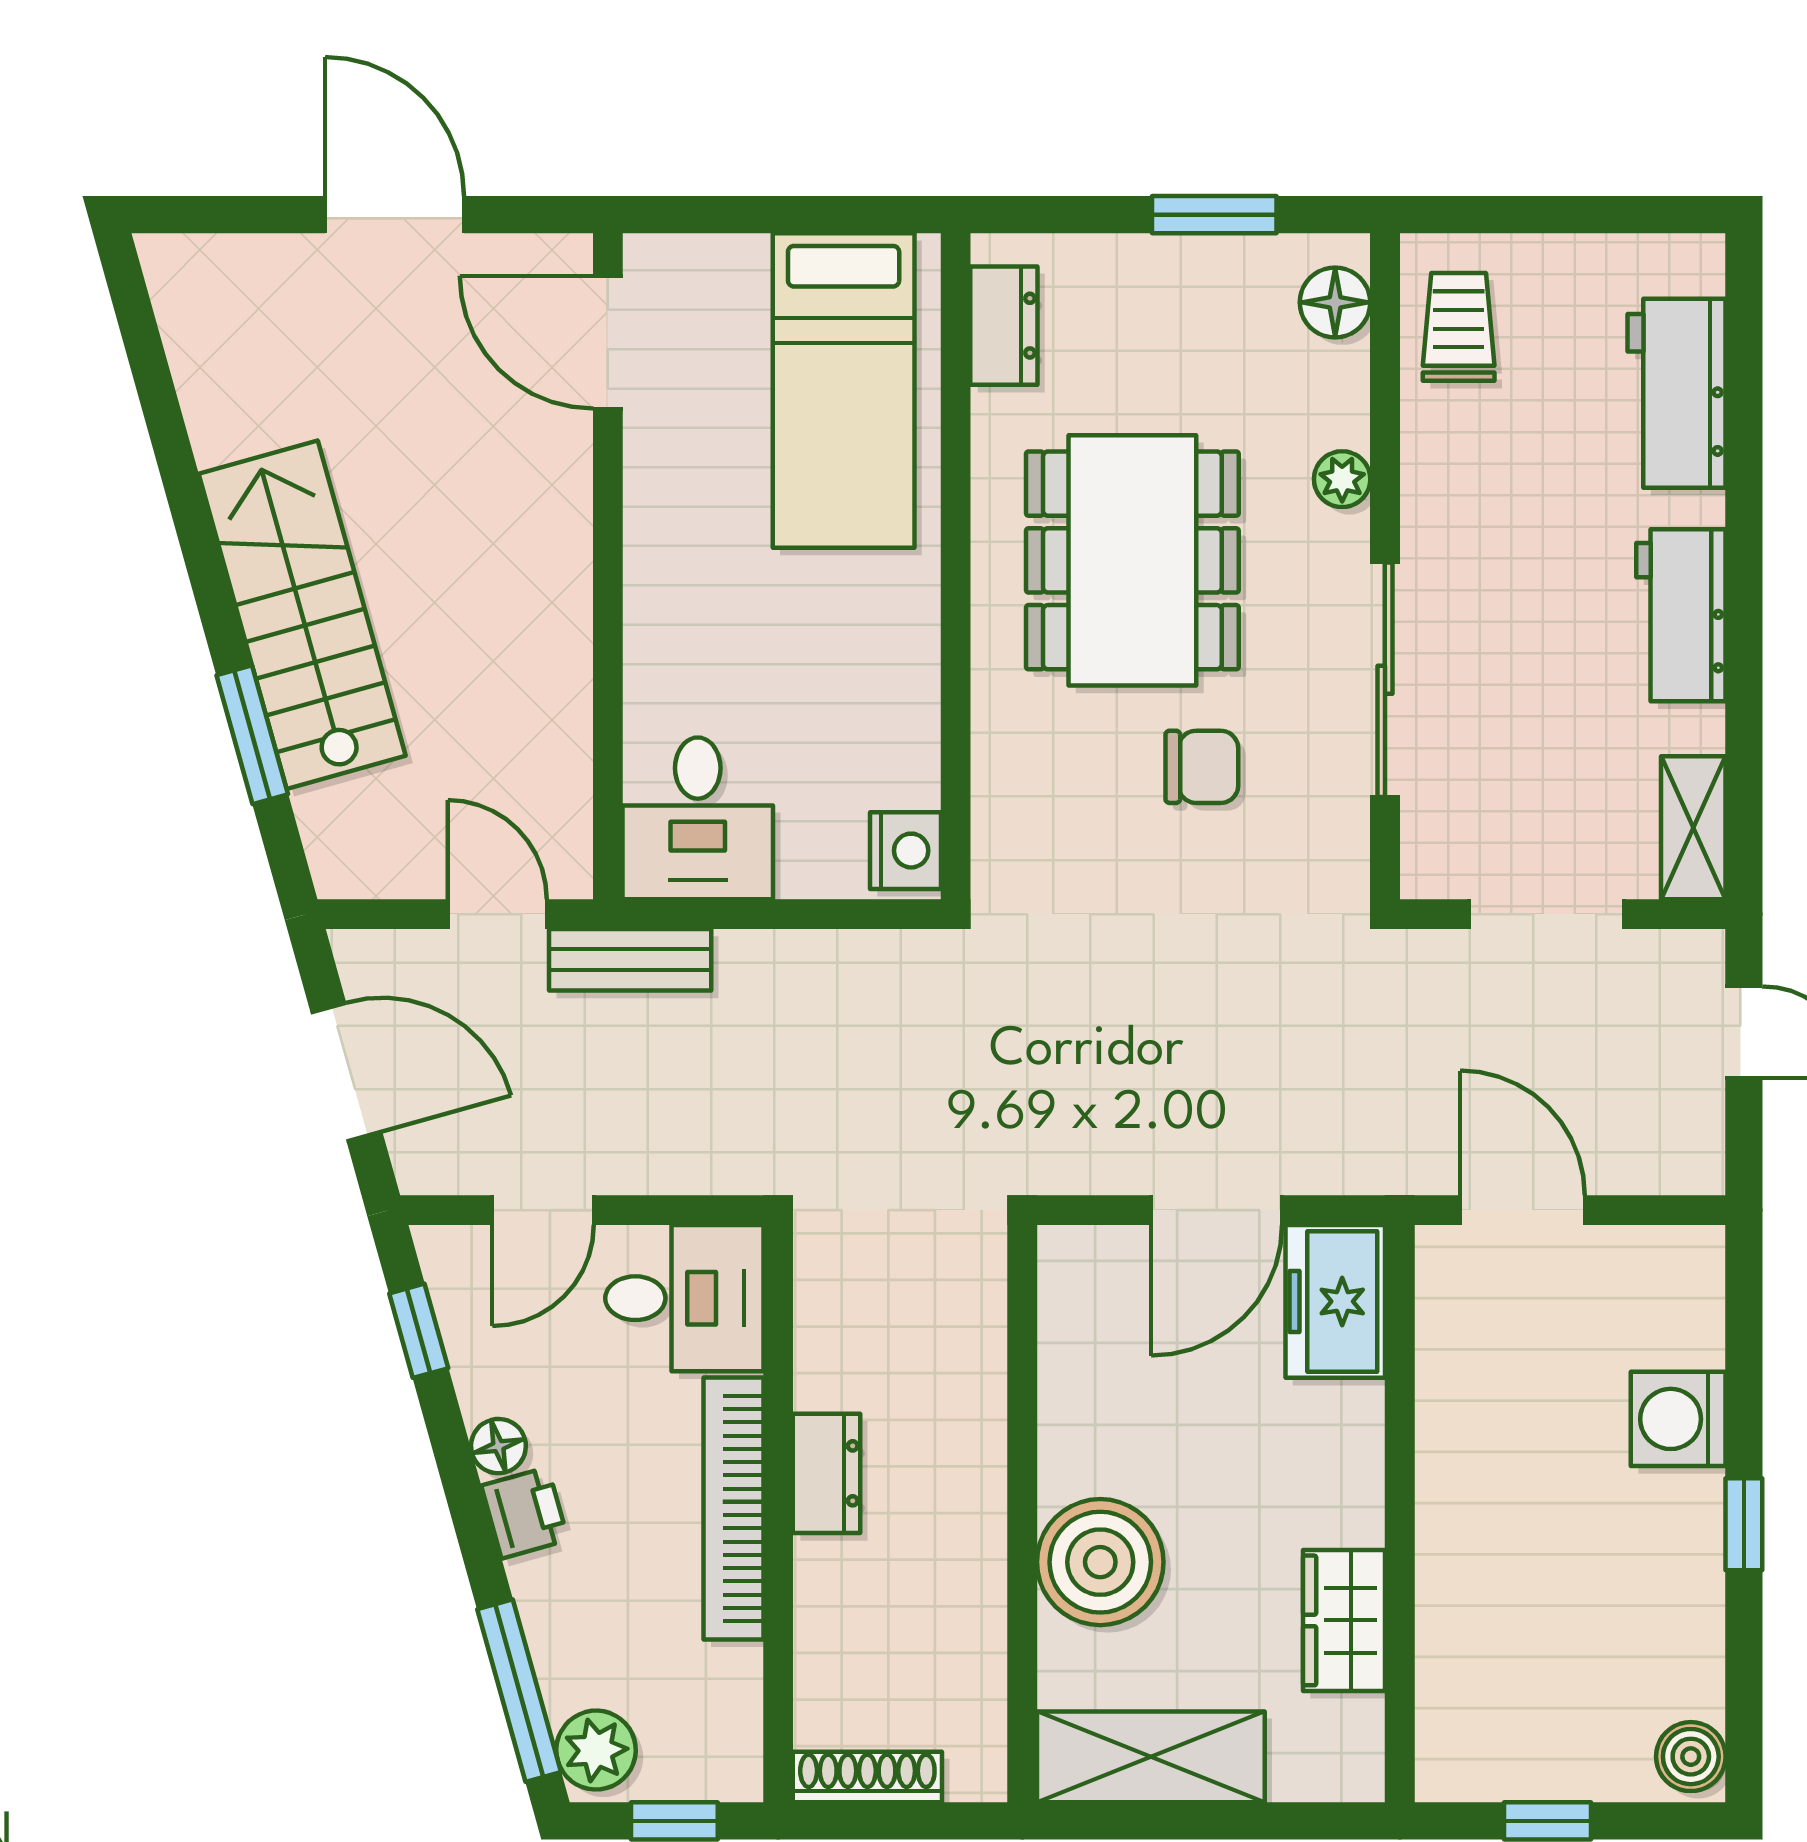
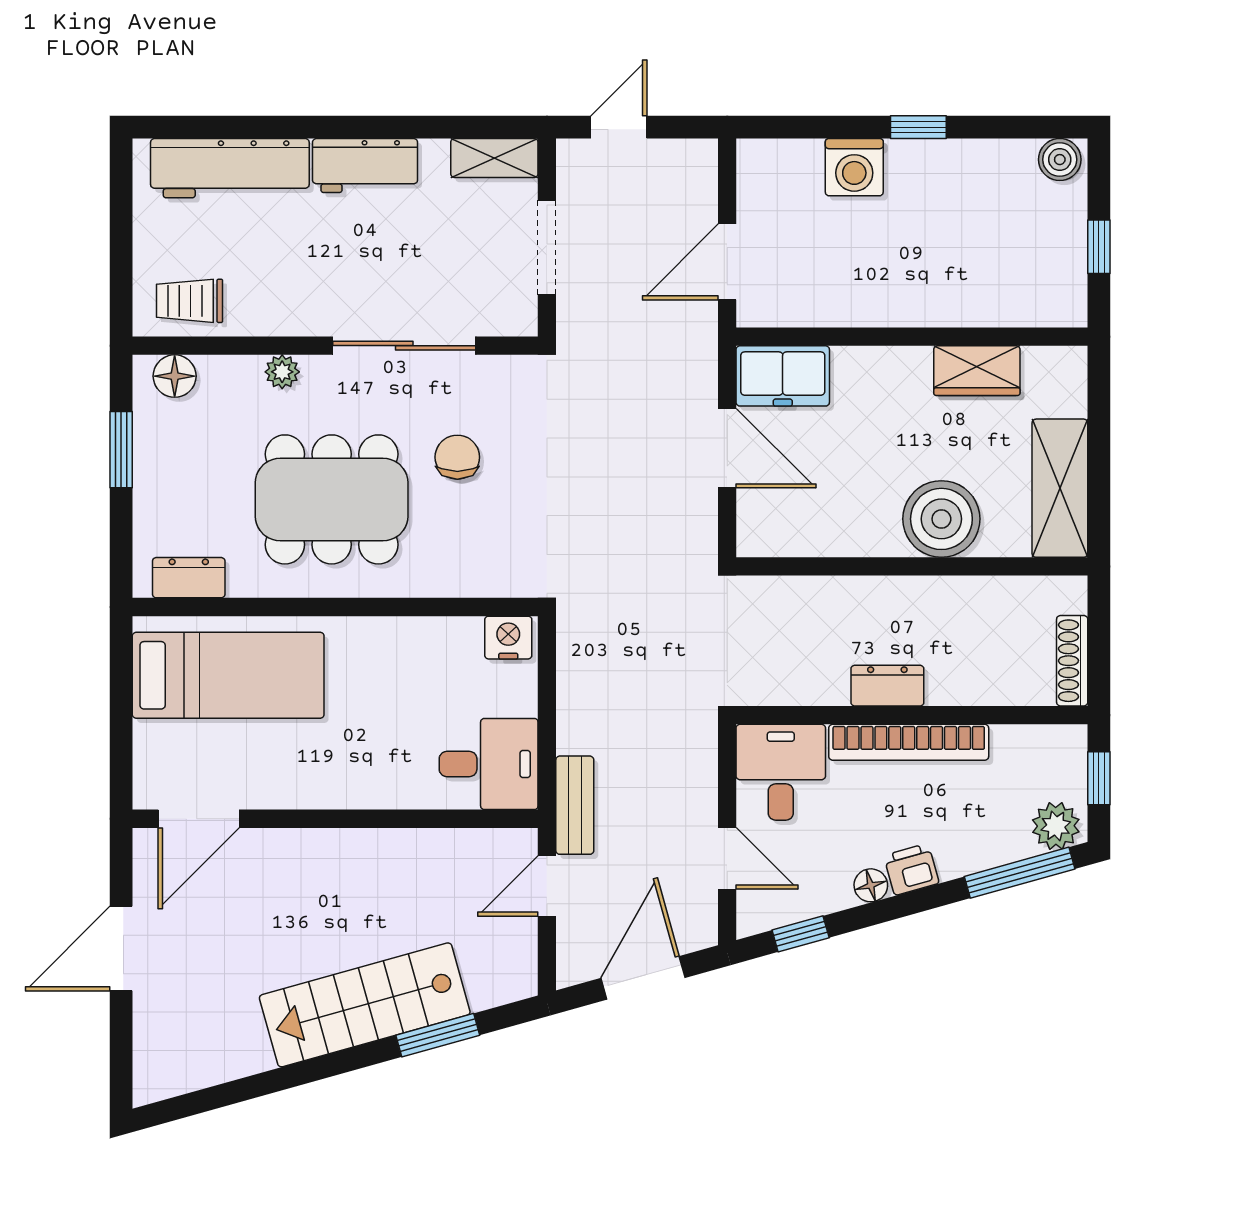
workbench: (1677, 393) -> (230, 168), width x1.38

